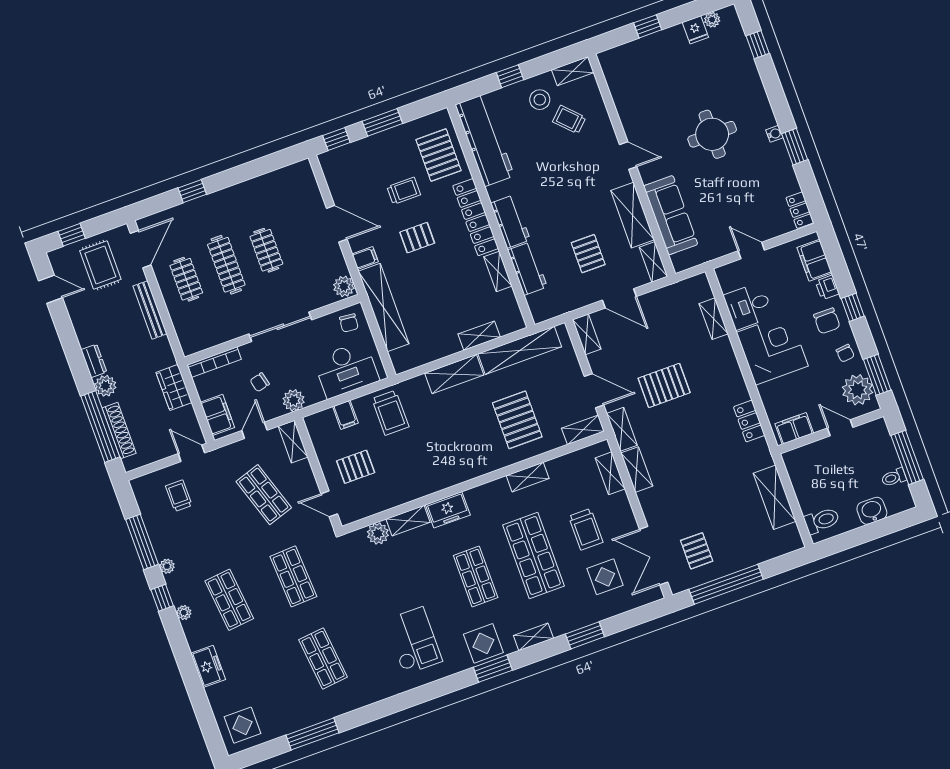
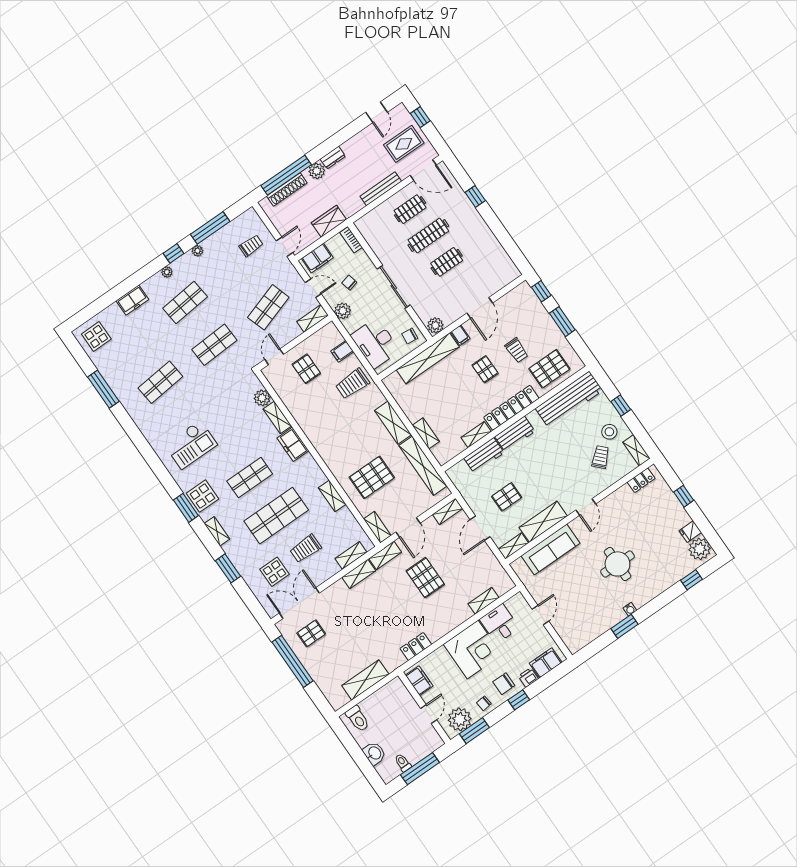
plant: (712, 20) -> (700, 549), width x1.87, depth x1.87
locker: (800, 210) -> (641, 480), moved, turned 180
bookcase: (214, 362) -> (351, 240), width x0.64

